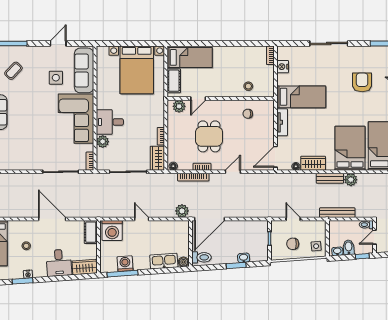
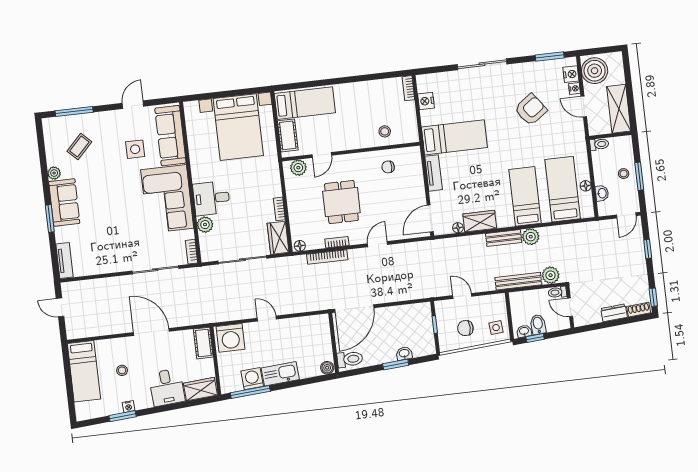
armchair: (362, 82) -> (531, 110), turned 54
bed: (350, 148) -> (525, 196), width x0.67
plant: (182, 211) -> (551, 275), moved
door: (375, 237) -> (570, 307), hinge flipped
window: (362, 256) -> (535, 338), moved
kitchen sink: (164, 261) -> (280, 374), moved

